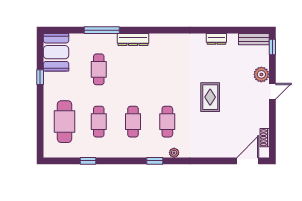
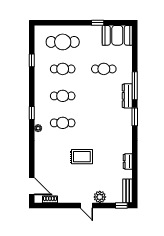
window: (102, 30) -> (135, 86), moved
window: (160, 30) -> (135, 117), added

